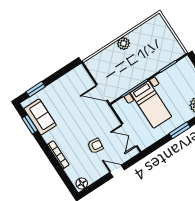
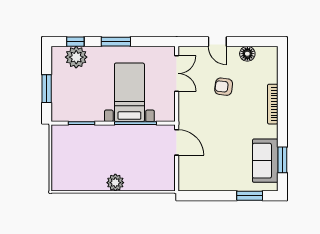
floor lamp: (82, 184) -> (247, 54), moved

